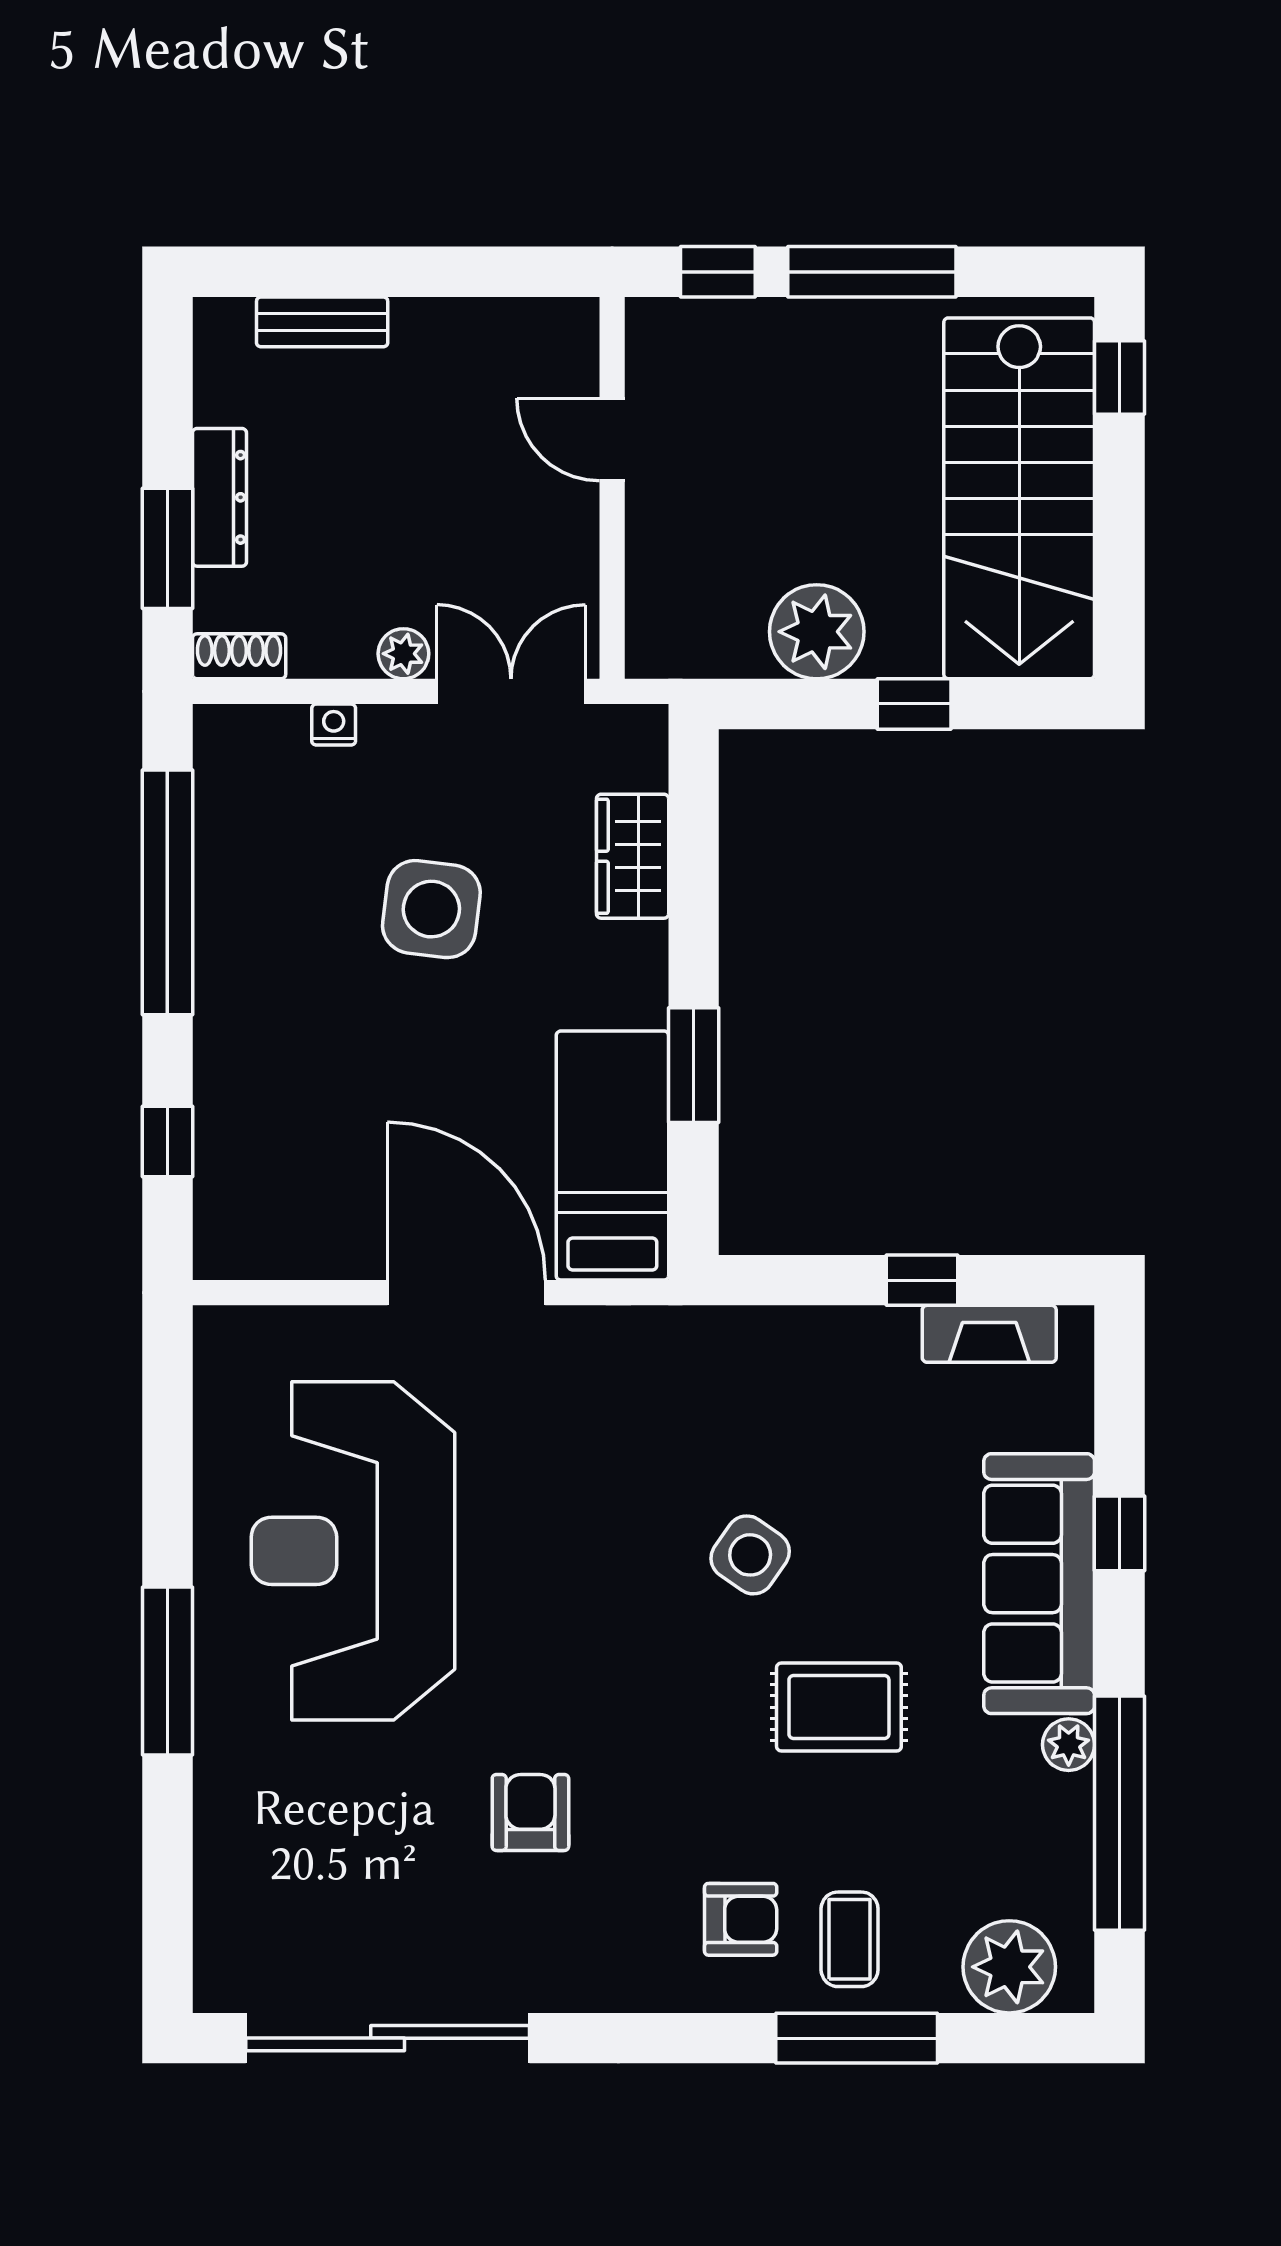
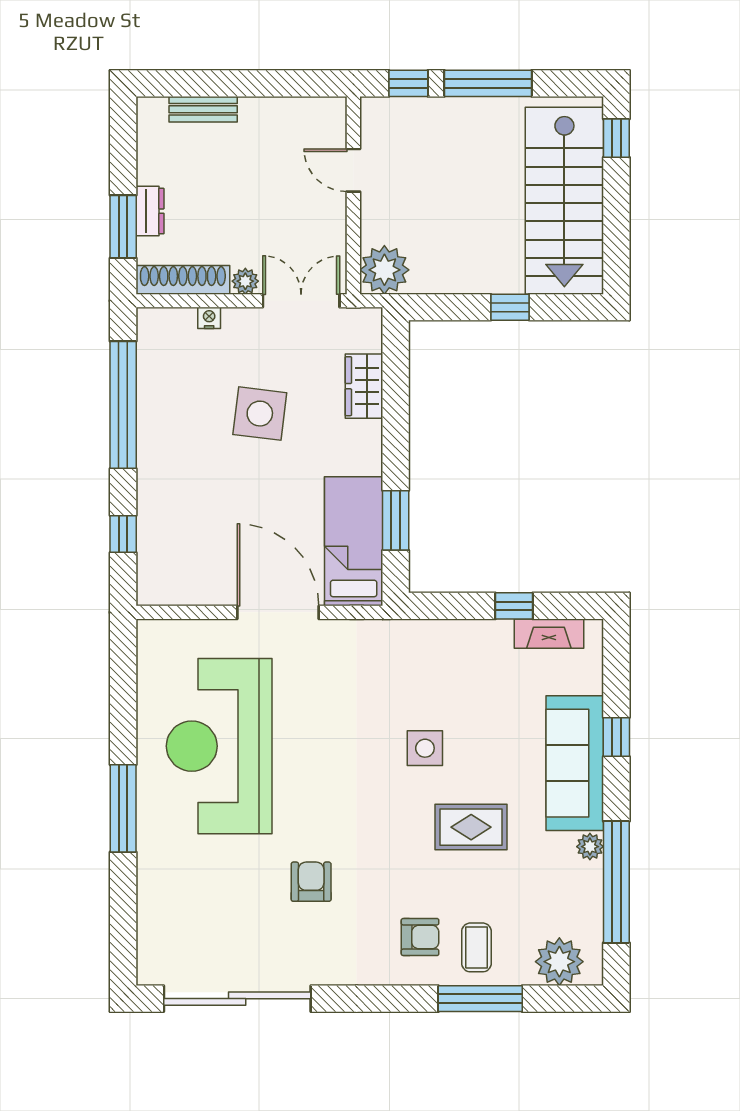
dresser: (219, 497) -> (150, 211), width x0.70
plant: (817, 632) -> (384, 270), moved
shoe rack: (239, 656) -> (183, 280), width x1.94, depth x1.24
window: (694, 1065) -> (396, 520), moved
side table: (750, 1555) -> (425, 748), turned -35

